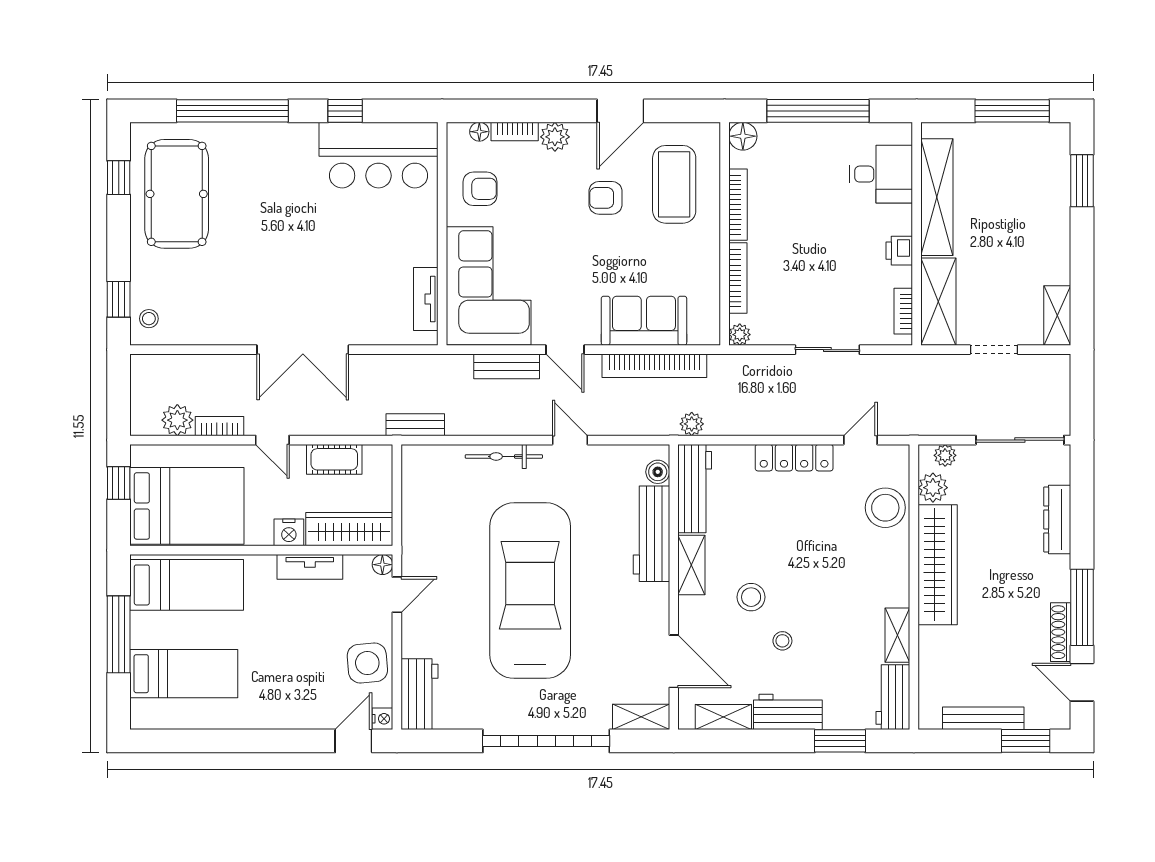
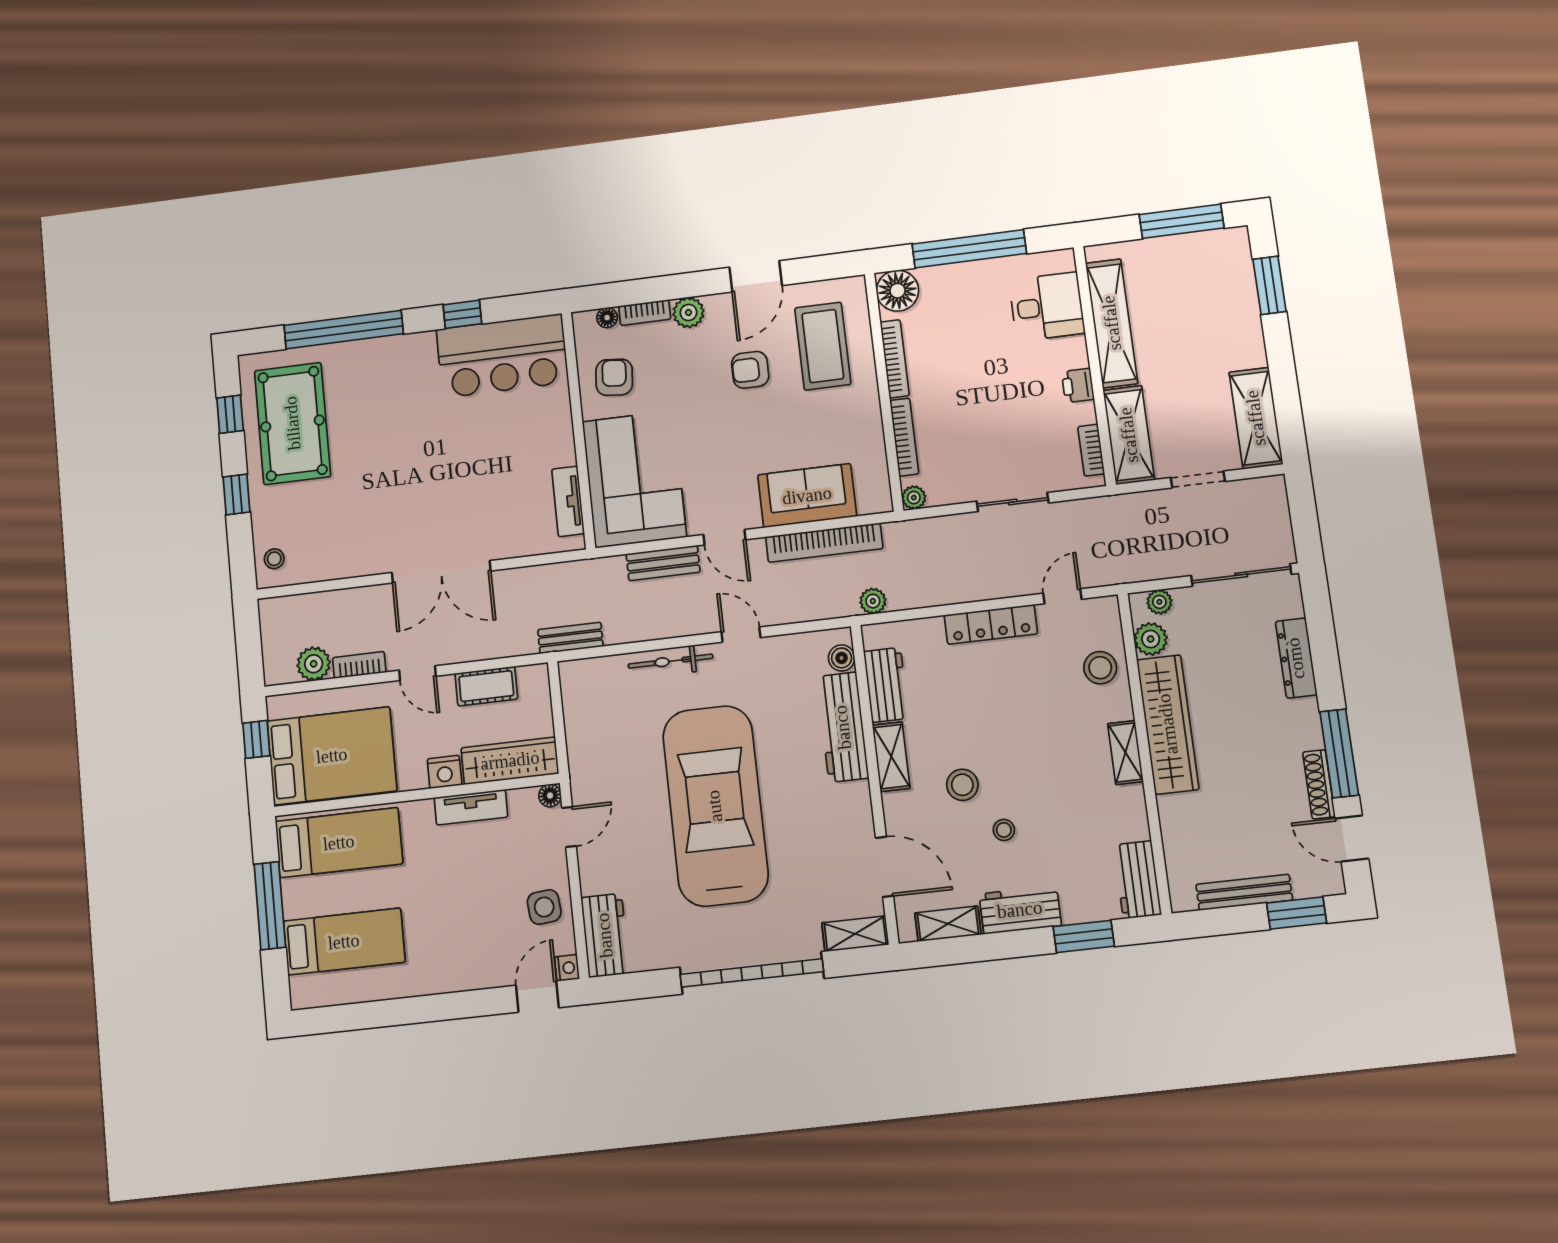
floor lamp: (743, 136) -> (897, 291), width x1.38, depth x1.38
armchair: (480, 189) -> (614, 377), turned -85
window: (119, 299) -> (237, 494), moved
shelving: (1057, 316) -> (1256, 418), width x1.50, depth x1.33
workbench: (695, 489) -> (886, 685), width x0.73
stool: (885, 508) -> (1100, 668), width x0.73, depth x0.73
shelving: (897, 635) -> (1125, 752), moved
side table: (367, 663) -> (544, 907), width x0.73, depth x0.73

